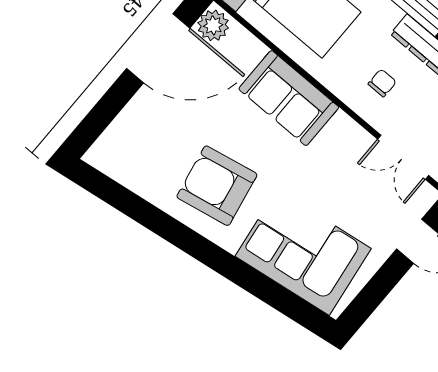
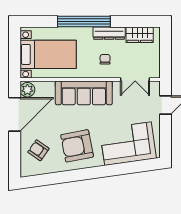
sofa: (289, 98) -> (84, 93), width x1.36
armchair: (148, 140) -> (38, 150), added

